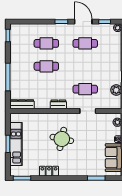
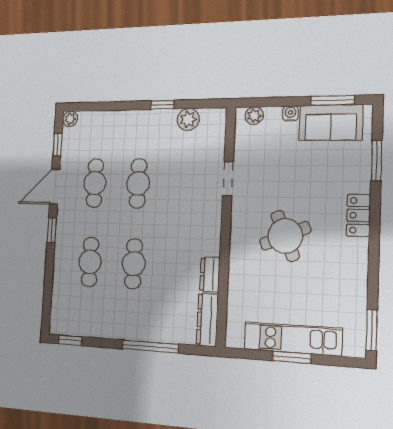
cafe table: (85, 89) -> (138, 183), moved
dresser: (58, 104) -> (210, 274), moved
round table: (62, 139) -> (285, 236), turned -35
locker: (49, 171) -> (359, 215), moved

